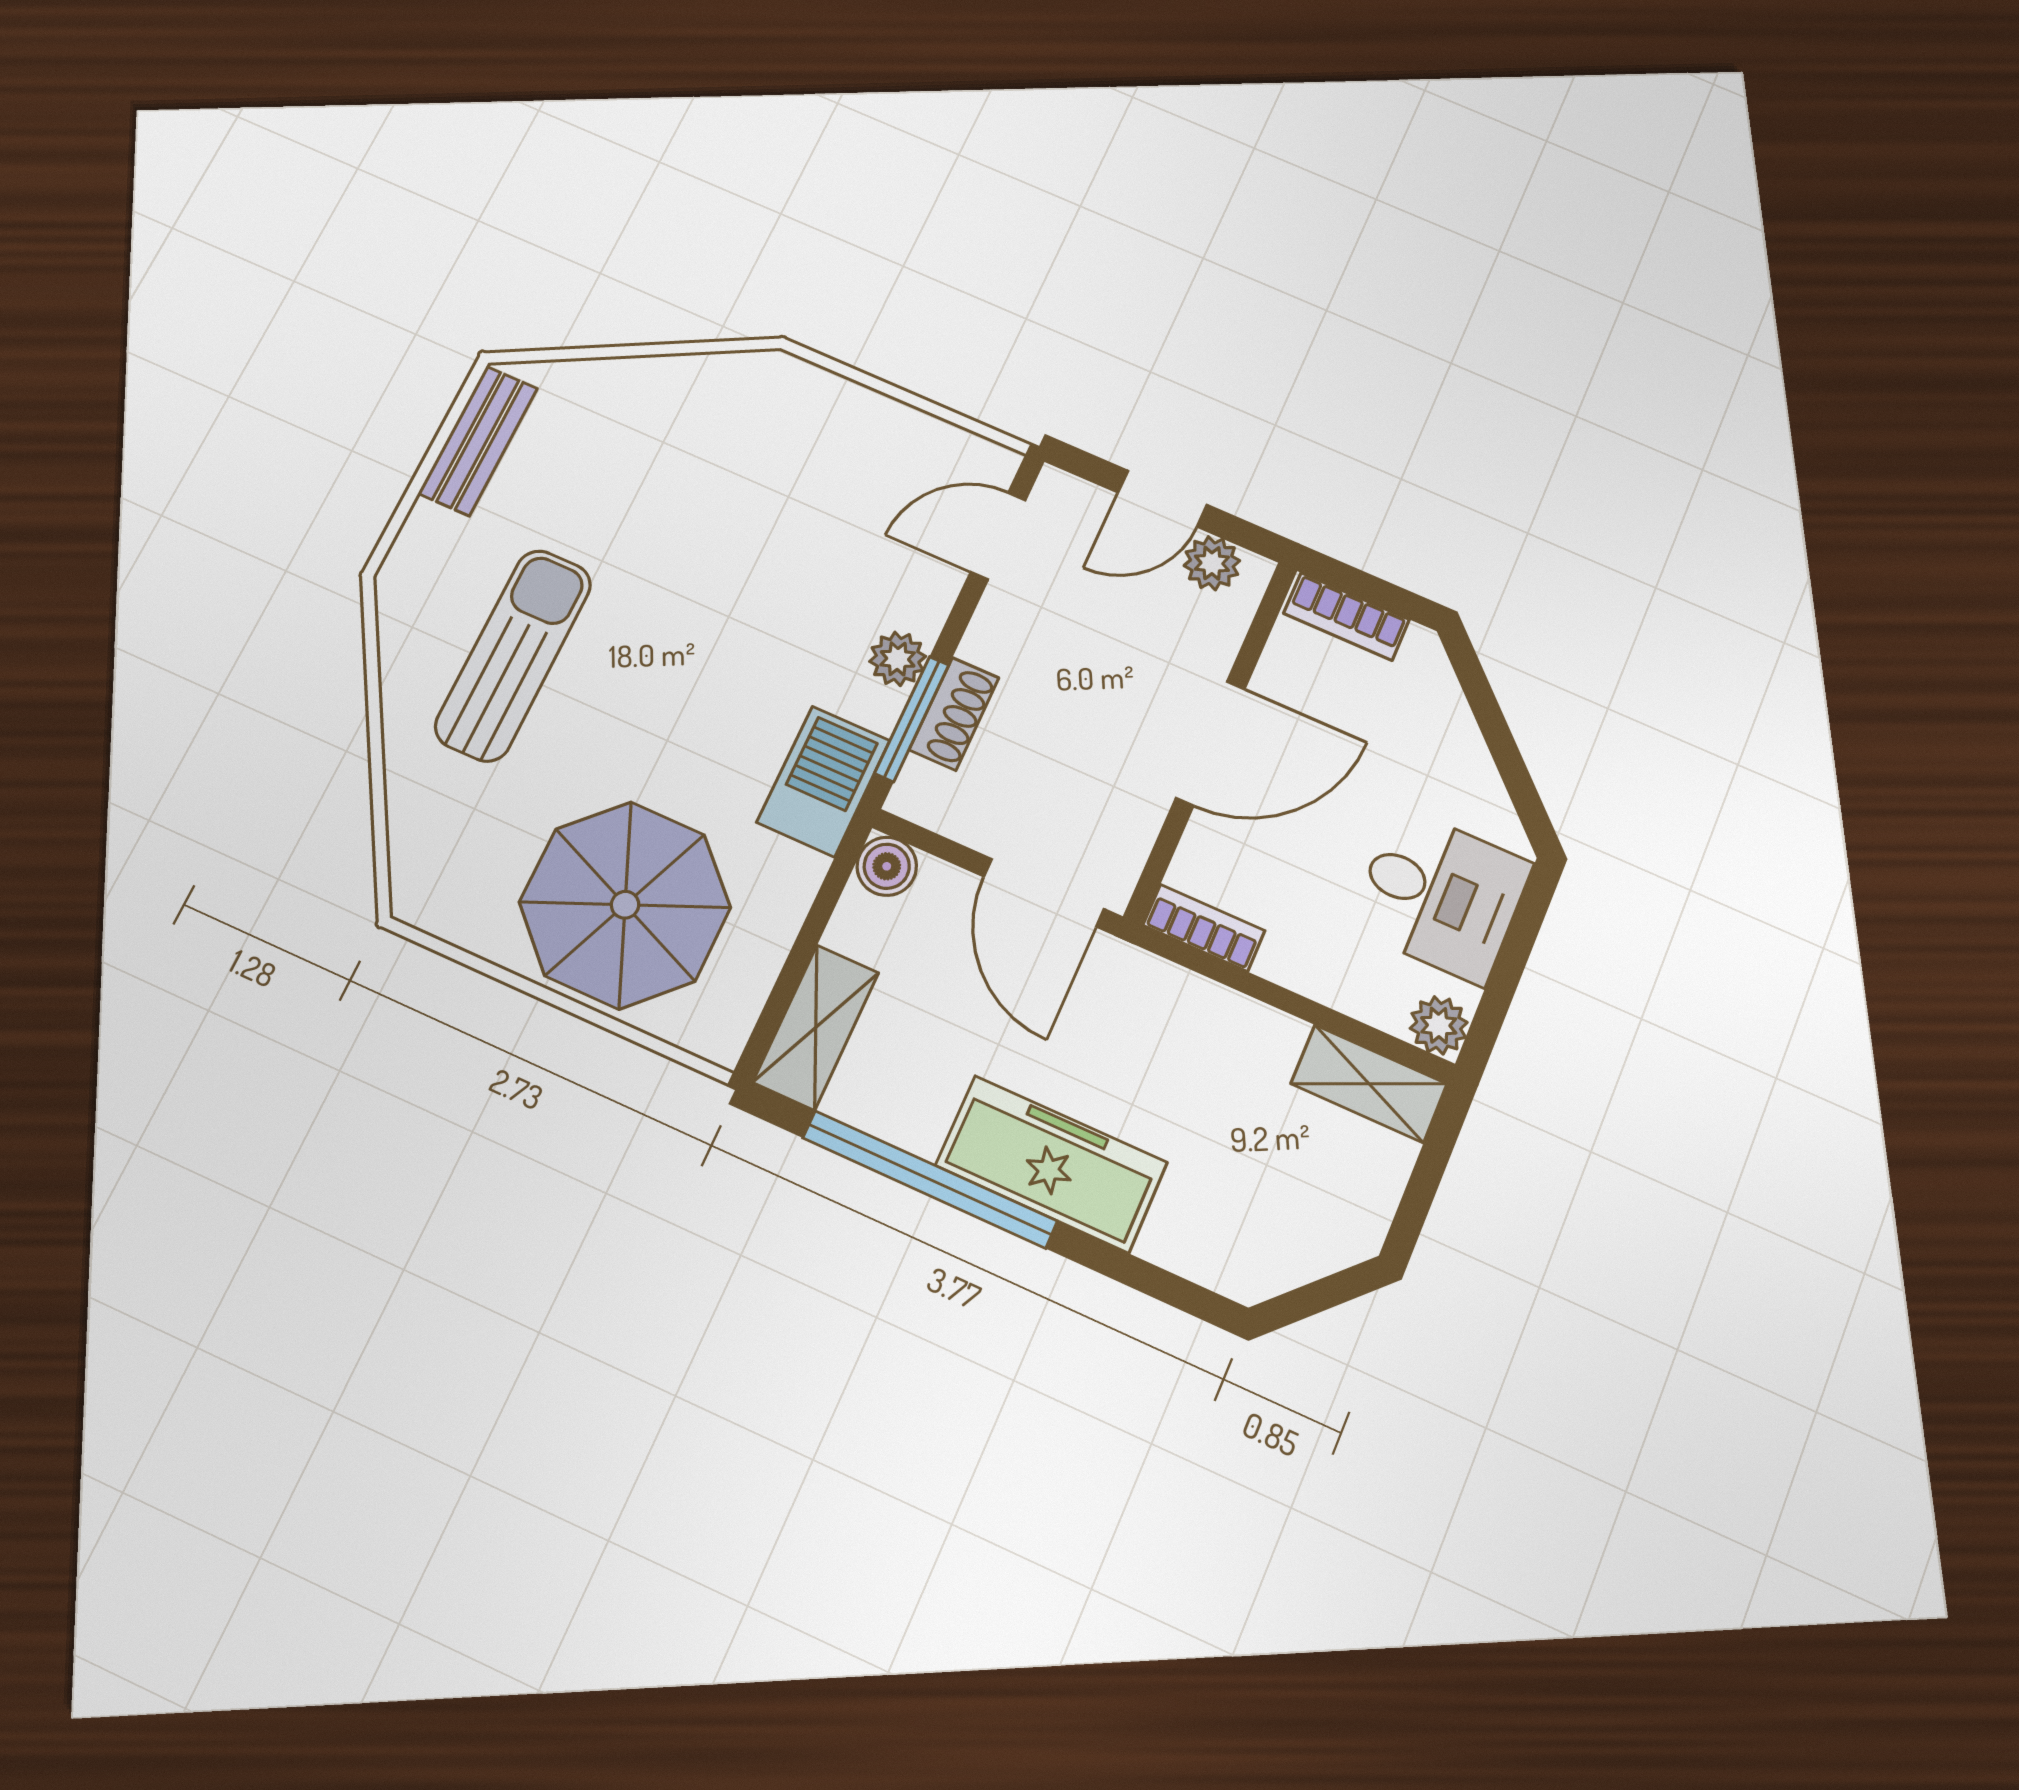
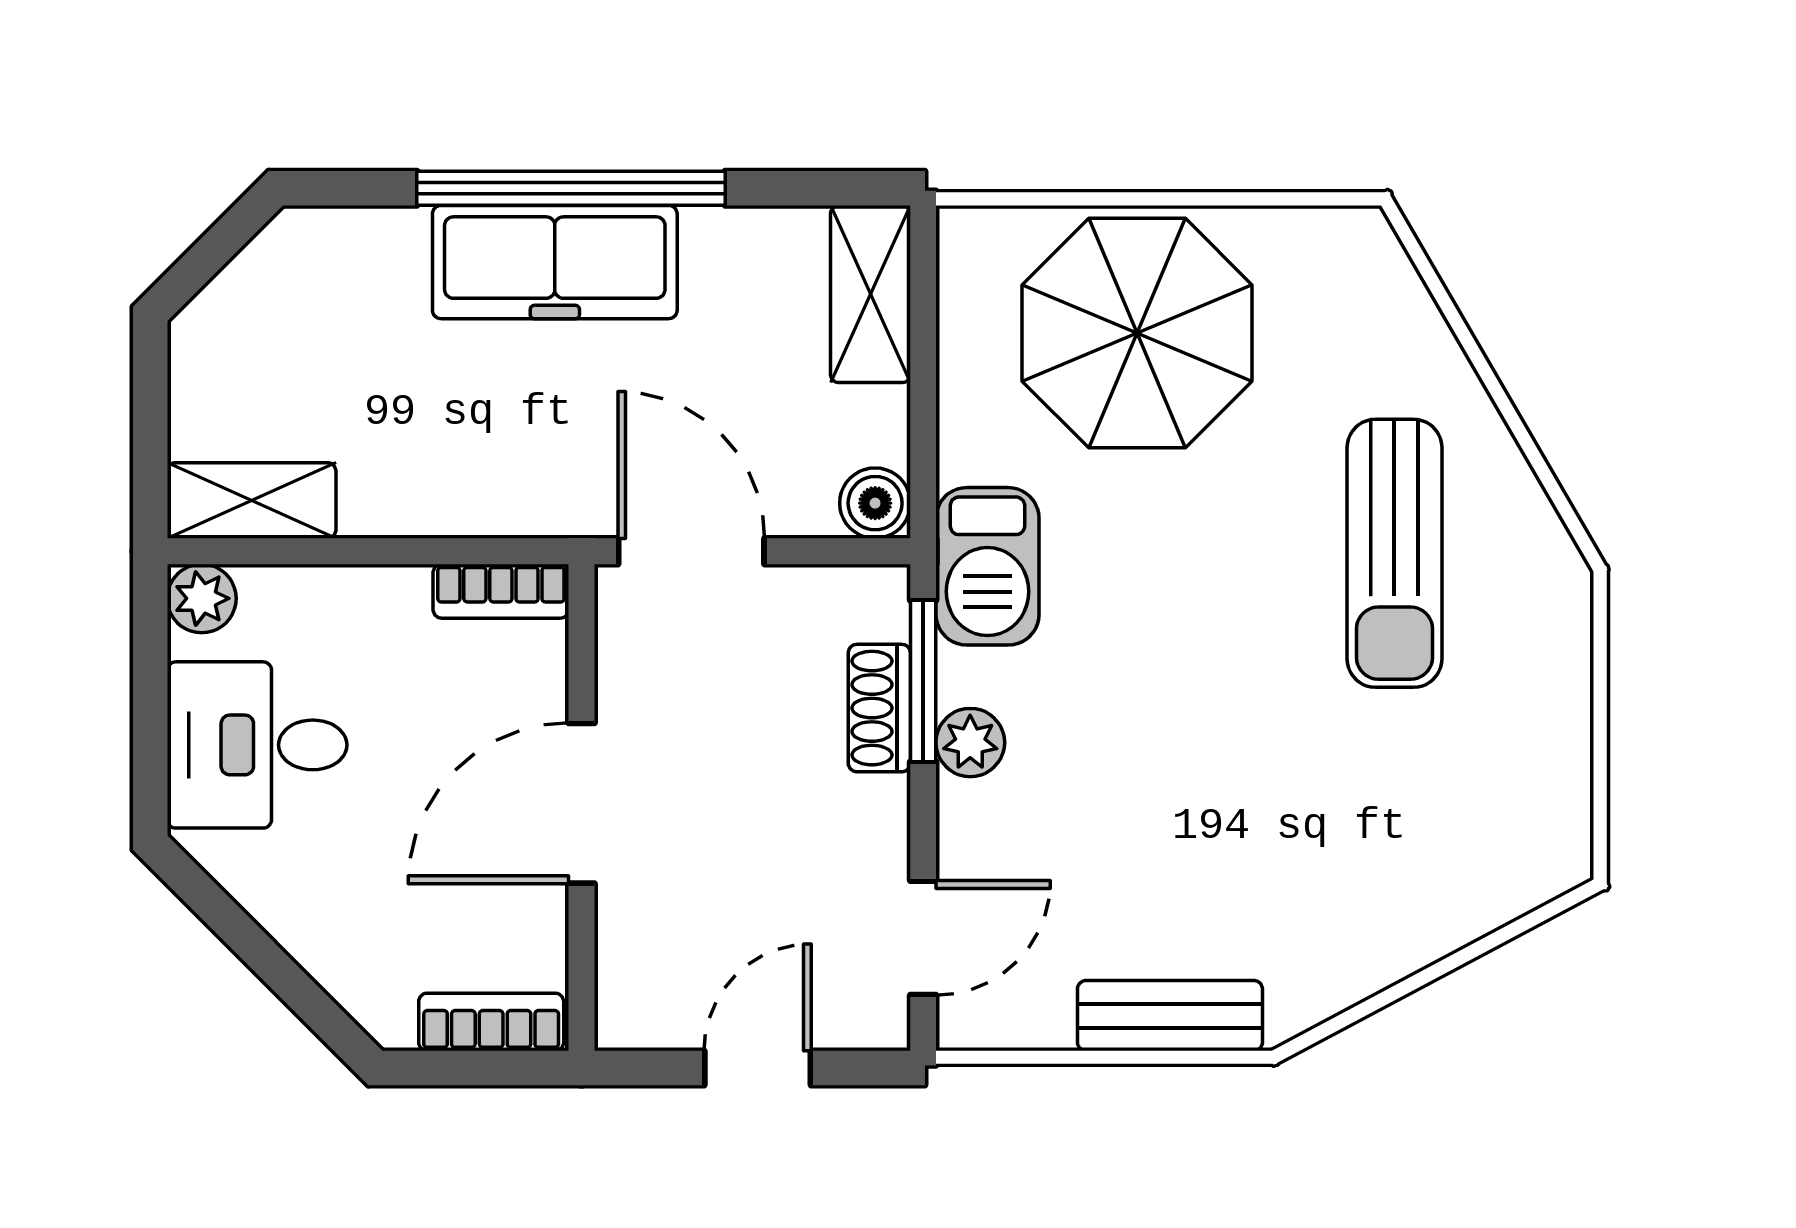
bench: (478, 441) -> (1170, 1016), moved, turned 90
plant: (1212, 563) -> (669, 1016), removed
window: (930, 1179) -> (571, 188), moved

